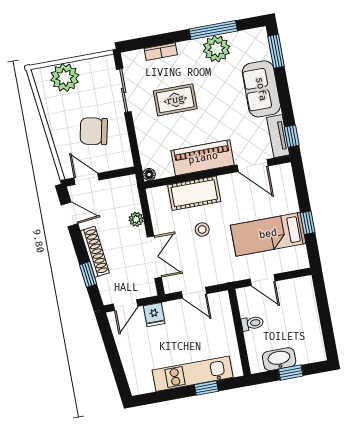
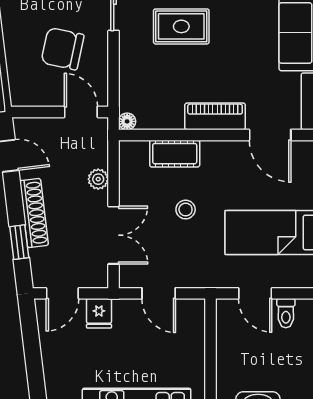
piano: (203, 158) -> (215, 116), width x0.73, depth x0.75
door: (86, 179) -> (81, 112), moved
cot: (194, 193) -> (175, 154), width x0.73, depth x0.75
toilet: (252, 323) -> (286, 313), moved, turned 90

